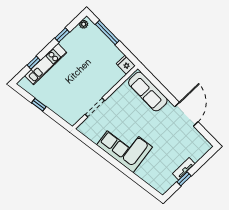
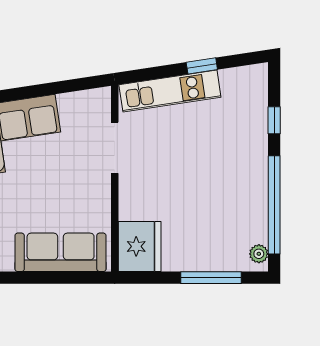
window: (62, 35) -> (274, 205), width x3.17
kitchen unit: (46, 64) -> (170, 91), moved, turned -99
fridge: (126, 65) -> (140, 246), width x1.88, depth x1.34

